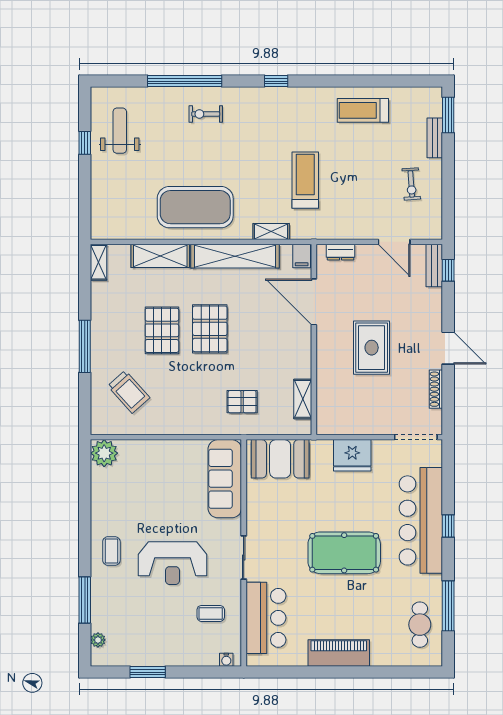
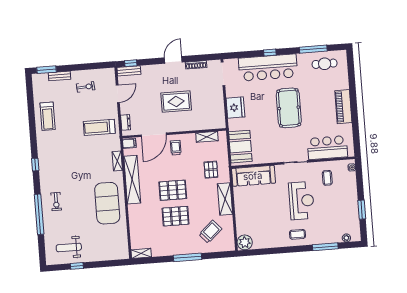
treadmill: (305, 180) -> (99, 127), moved
shelving: (160, 256) -> (225, 199), moved
trolley: (287, 340) -> (176, 148), added

